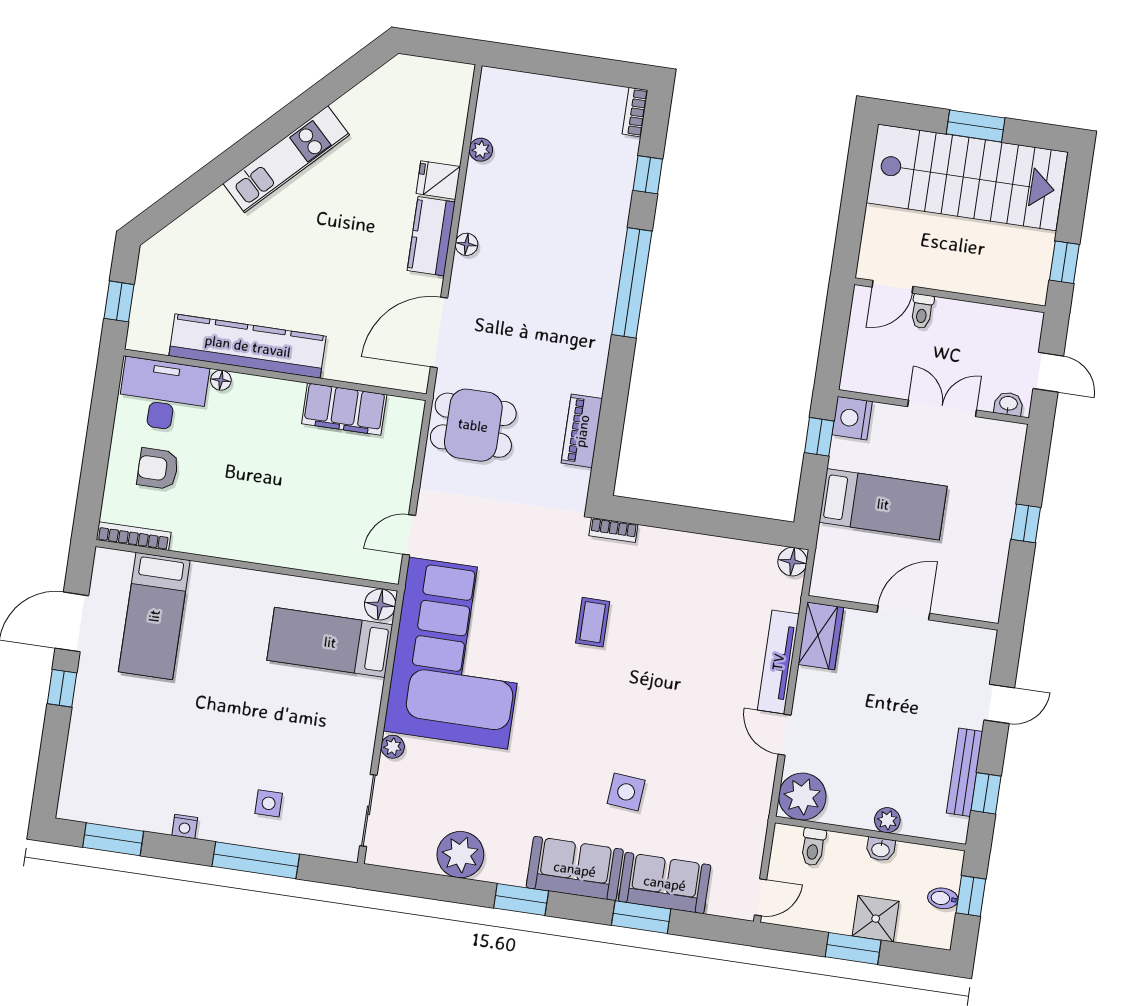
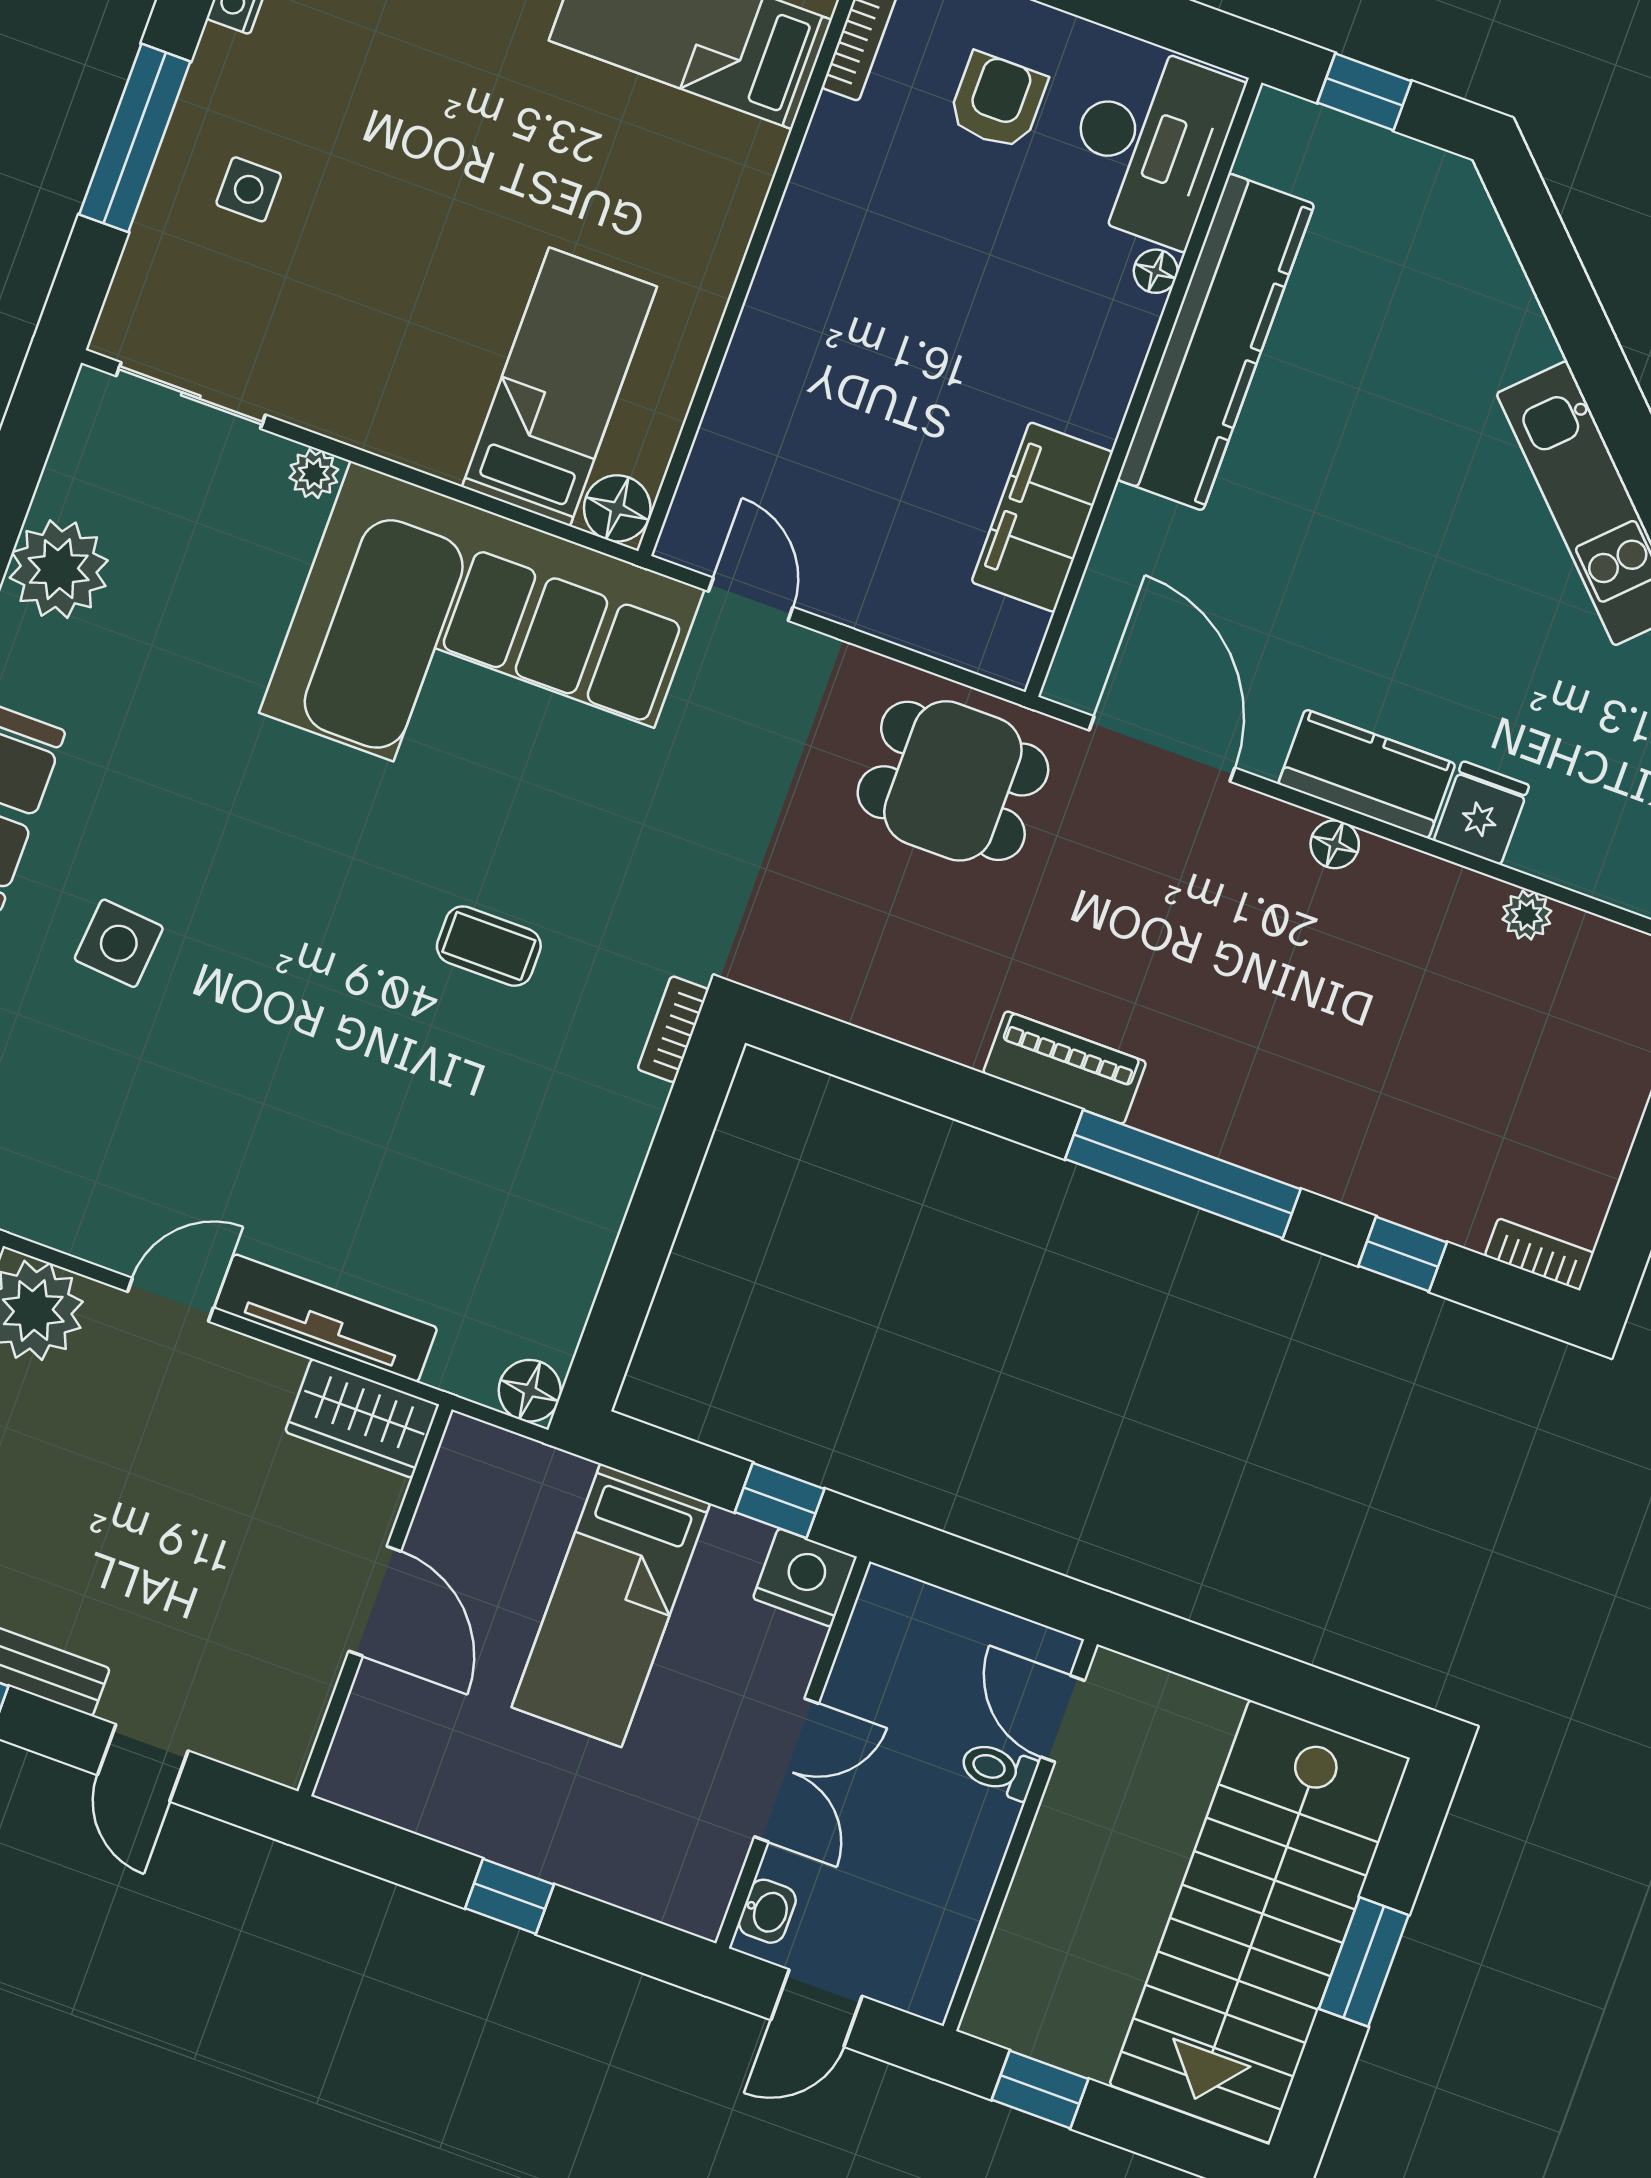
dining table: (473, 425) -> (953, 781), turned 90
piano: (582, 431) -> (1065, 1067), moved

